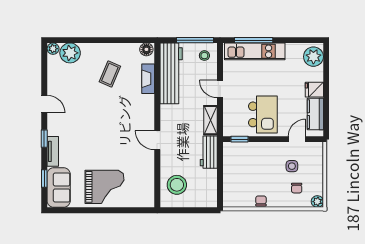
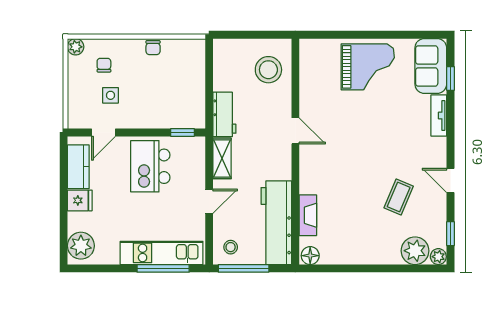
coffee table: (110, 74) -> (399, 197), moved
door: (220, 89) -> (209, 201), hinge flipped
window: (44, 139) -> (450, 234), moved
grand piano: (104, 187) -> (368, 67), turned 180

